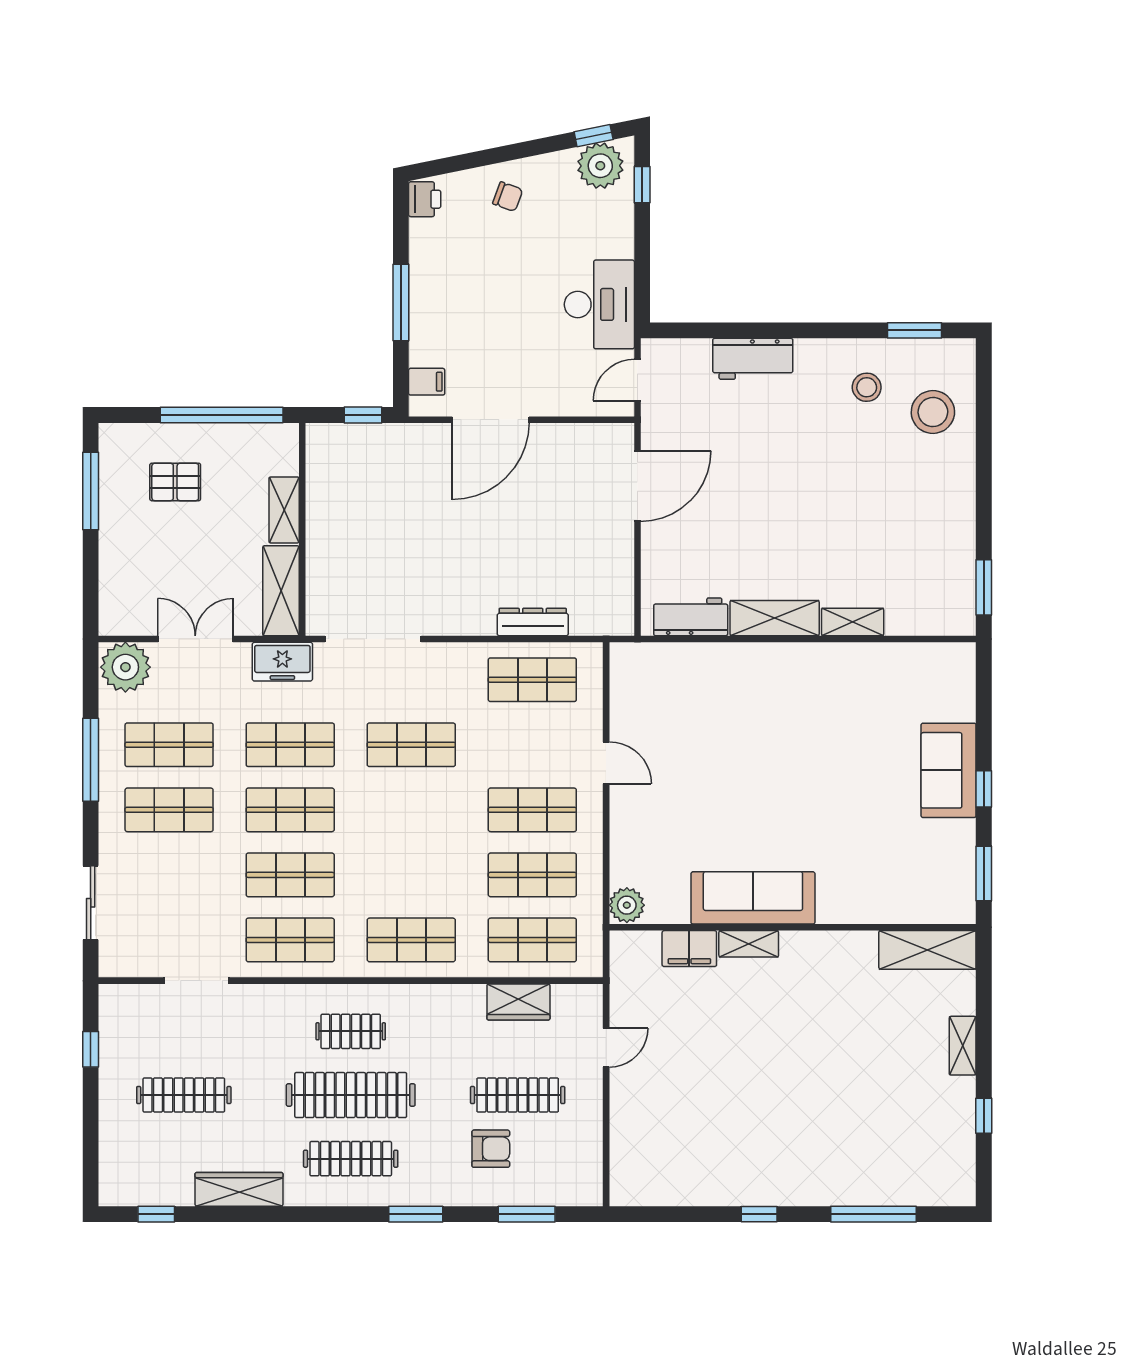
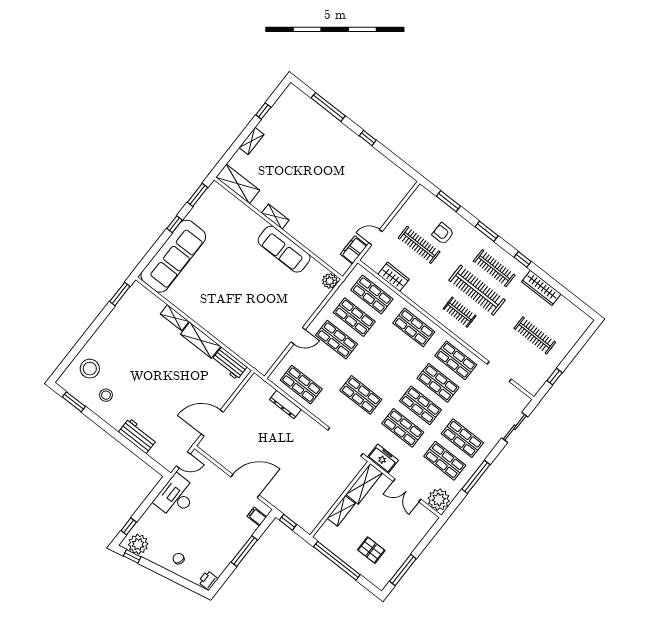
door: (606, 763) -> (298, 336), swing flipped
sofa: (949, 770) -> (173, 256), width x1.85, depth x1.27
shelving: (749, 944) -> (275, 217), moved
filing cabinet: (689, 949) -> (354, 250), moved, turned -90
window: (156, 1214) -> (523, 259), moved

